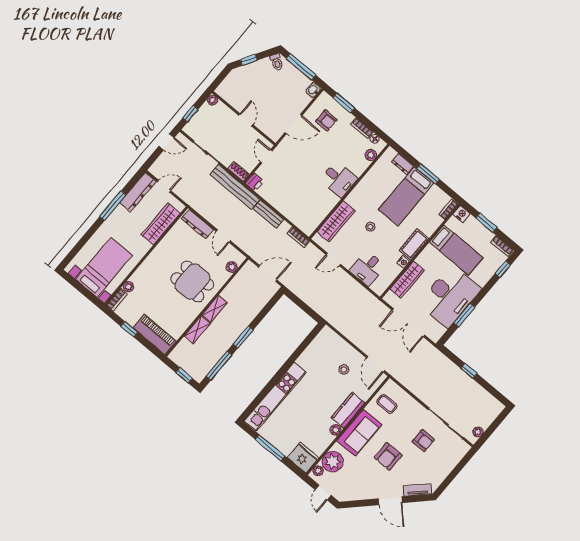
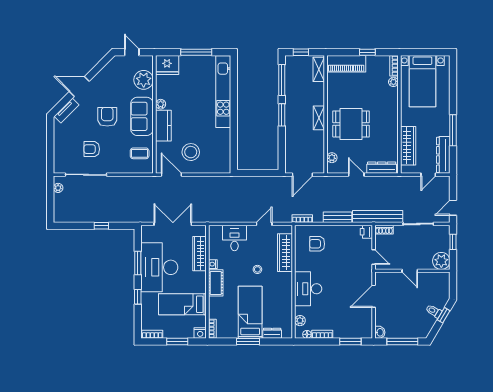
toilet: (277, 62) -> (434, 311), moved
plant: (213, 100) -> (441, 261), width x1.87, depth x1.87
armchair: (326, 120) -> (317, 244), moved
desk: (339, 179) -> (308, 289), width x1.37
window: (503, 269) -> (138, 297), moved
shelving: (197, 330) -> (319, 69), moved
stool: (344, 370) -> (191, 152), width x1.89, depth x1.89
plant: (318, 471) -> (148, 65), removed

